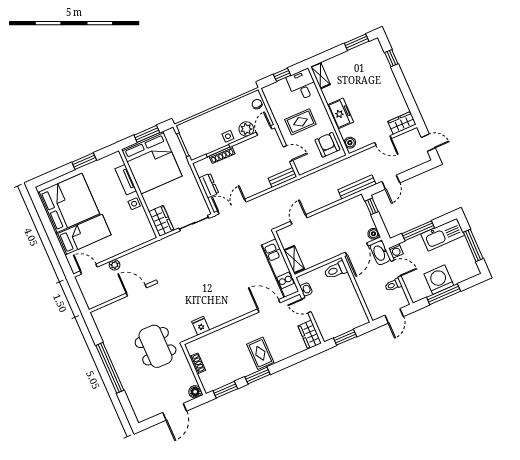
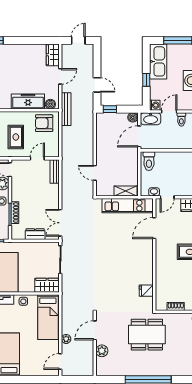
freezer: (340, 113) -> (28, 101), width x1.40
bench: (357, 187) -> (66, 109), moved
window: (418, 231) -> (146, 80), width x0.46
bed: (83, 235) -> (48, 317), moved, turned 180
door: (357, 249) -> (139, 136), swing flipped
plant: (118, 307) -> (102, 351), added

